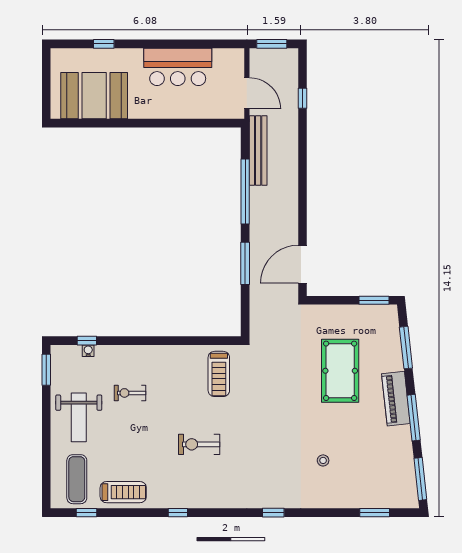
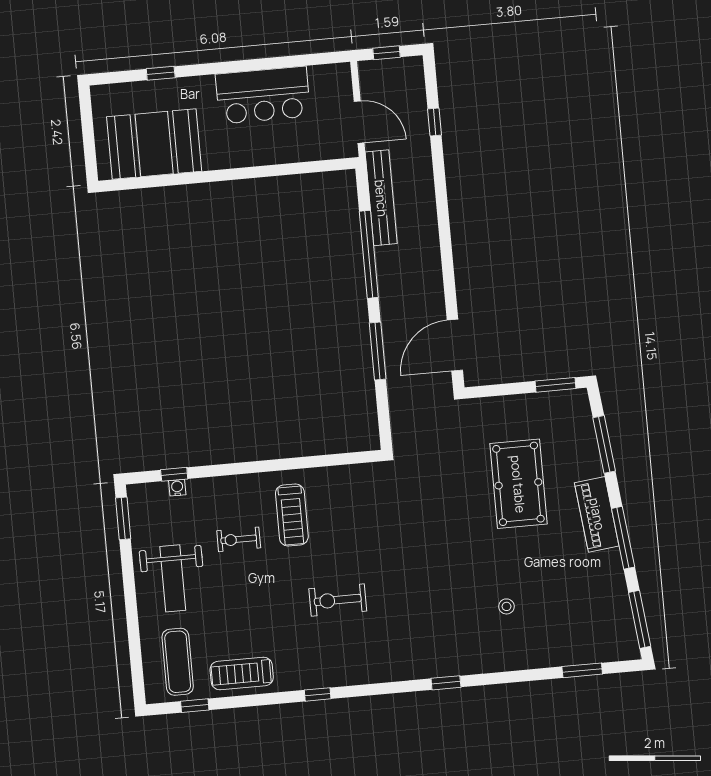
window: (272, 44) -> (387, 53), width x0.67
treadmill: (219, 374) -> (292, 515), moved
treadmill: (123, 492) -> (242, 673), turned 180

